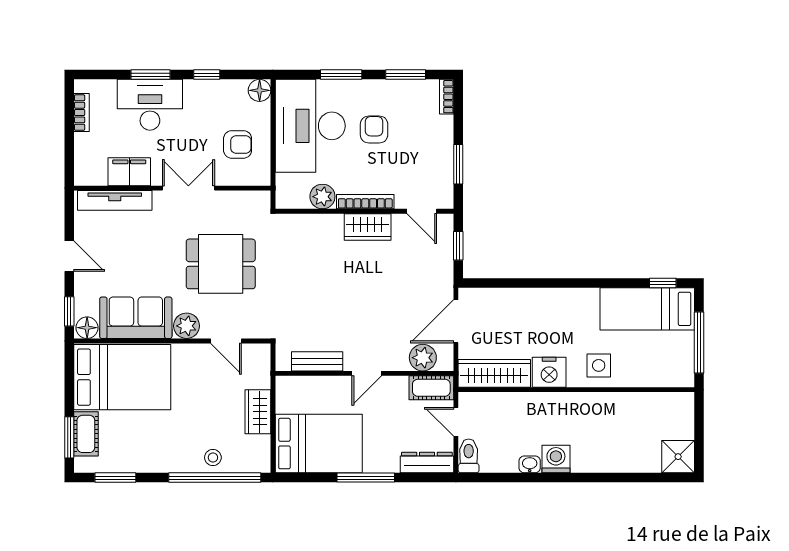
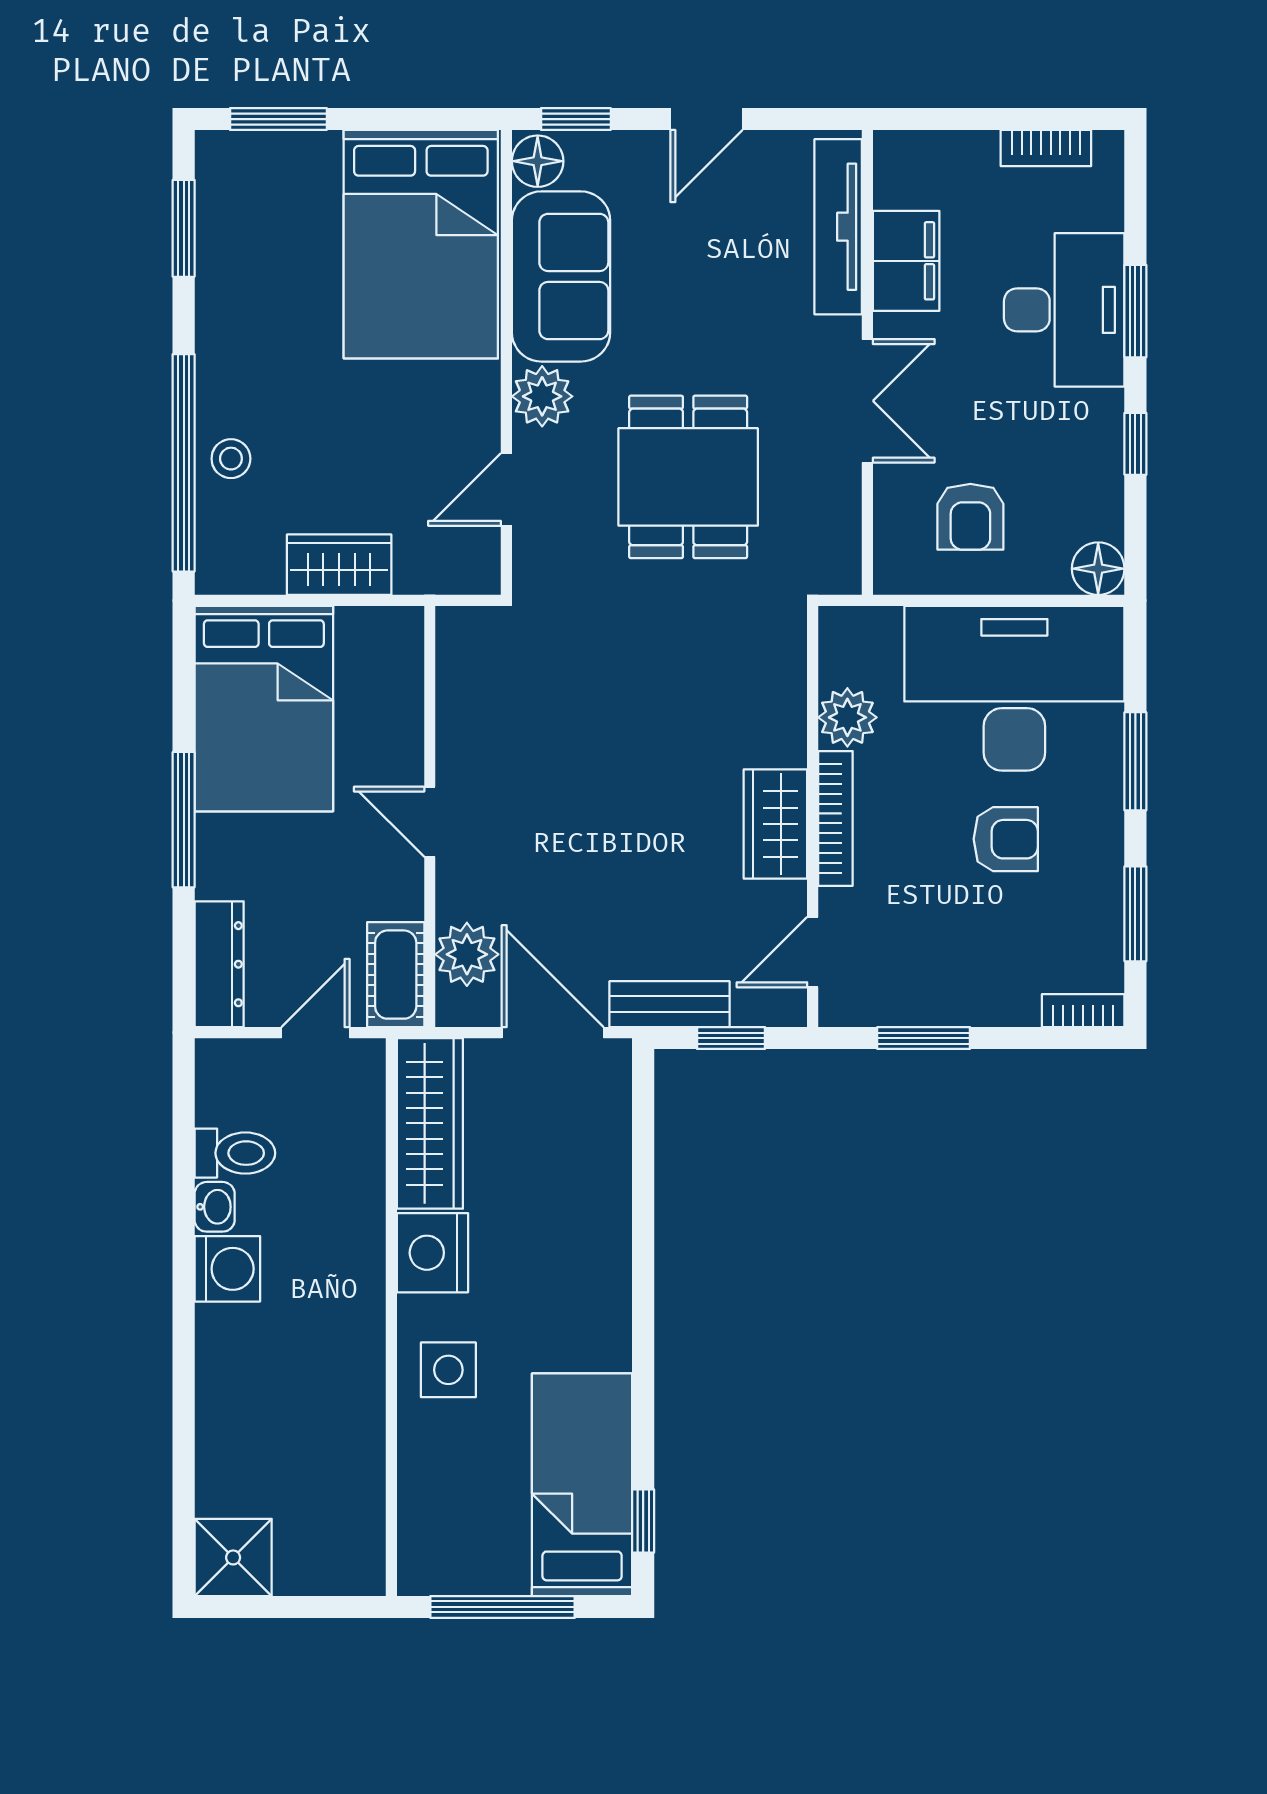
bench: (317, 361) -> (670, 1004), moved, turned 90
cot: (86, 434) -> (287, 159), removed
toilet: (469, 456) -> (235, 1153), moved

